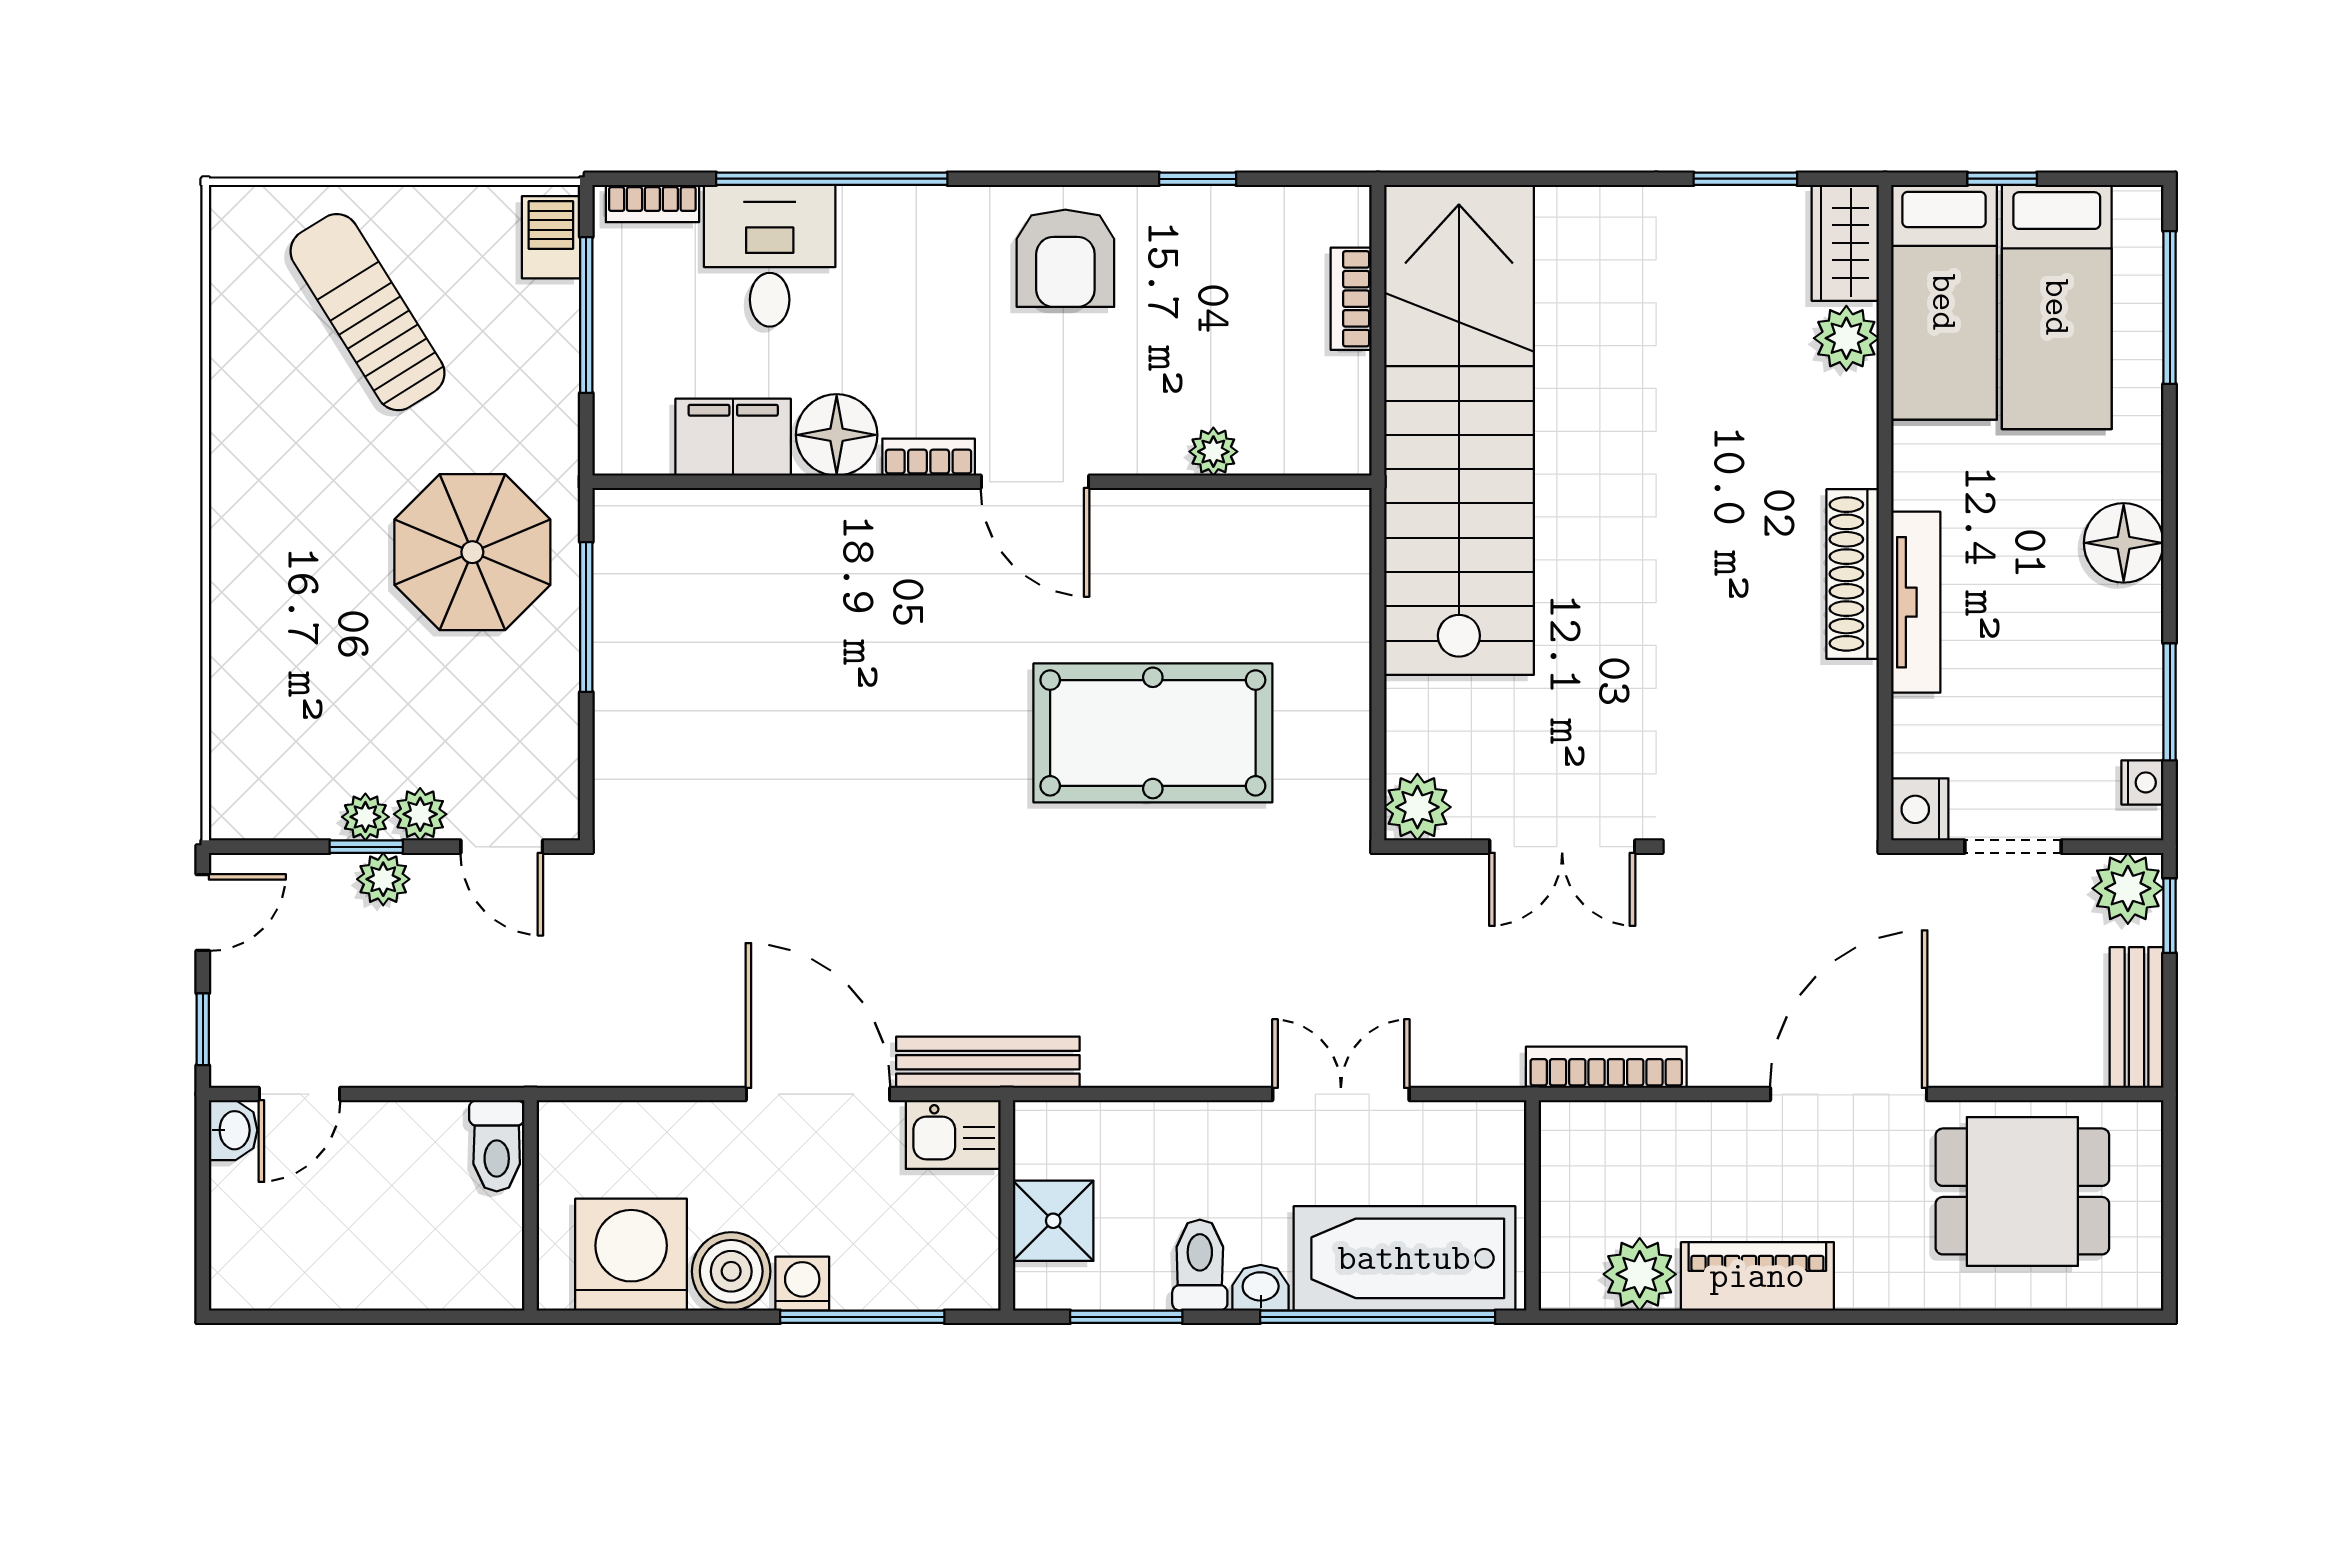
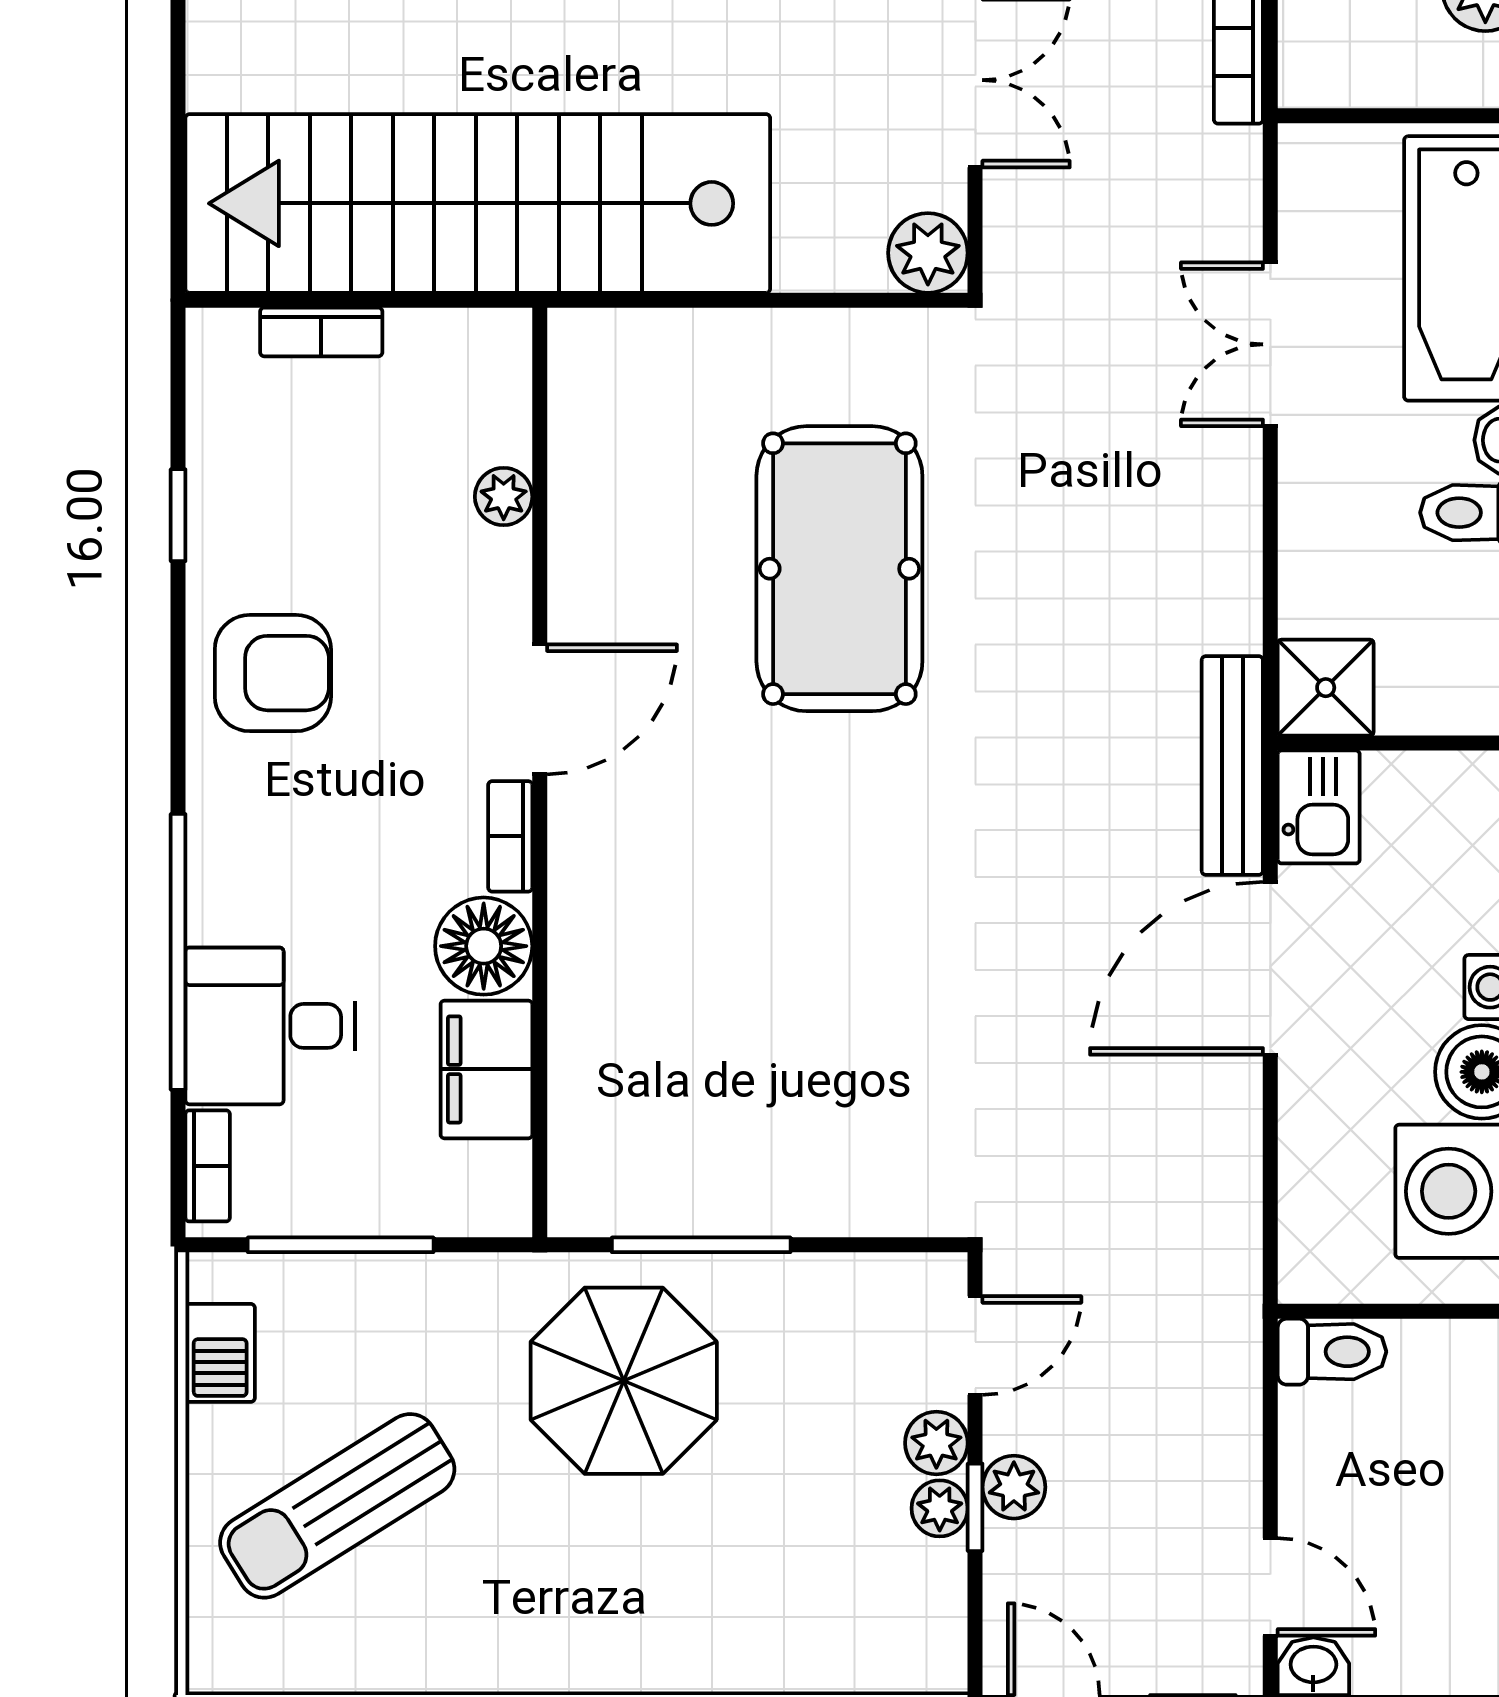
barbecue: (551, 237) -> (220, 1353), moved, turned -90
shower: (1053, 1221) -> (1326, 688), moved

